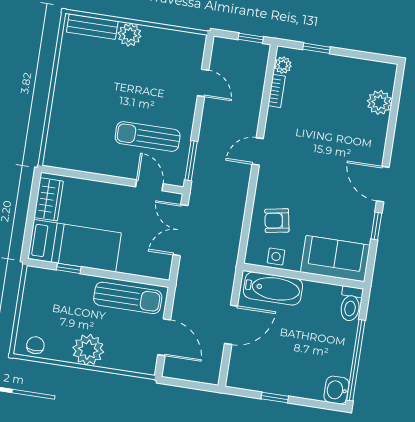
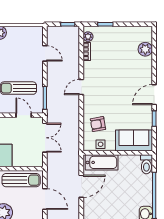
door: (383, 184) -> (154, 95), hinge flipped
double door: (181, 230) -> (45, 138), swing flipped

